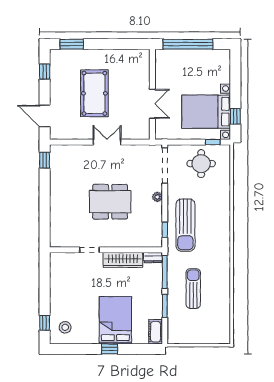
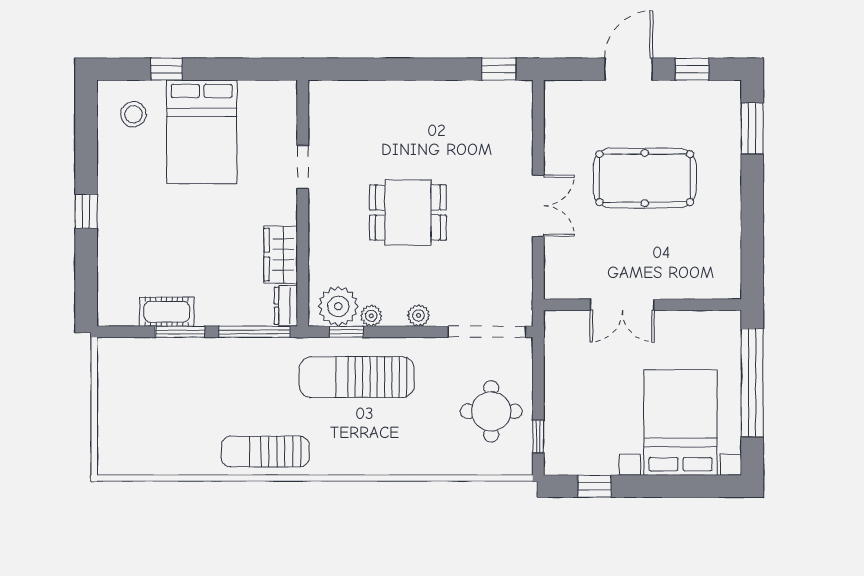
bed with nightstands: (206, 112) -> (680, 422), moved
door: (45, 116) -> (629, 69), moved
dining table: (110, 202) -> (408, 212), width x0.73
plant: (157, 218) -> (371, 316), added
plant: (153, 234) -> (338, 306), added
wardrobe: (123, 260) -> (281, 255), width x0.67
sun lounger: (193, 289) -> (265, 451), moved, turned 180
bed: (115, 320) -> (202, 132), moved, turned 90
window: (45, 323) -> (167, 69), moved
cot: (156, 332) -> (167, 312), moved

